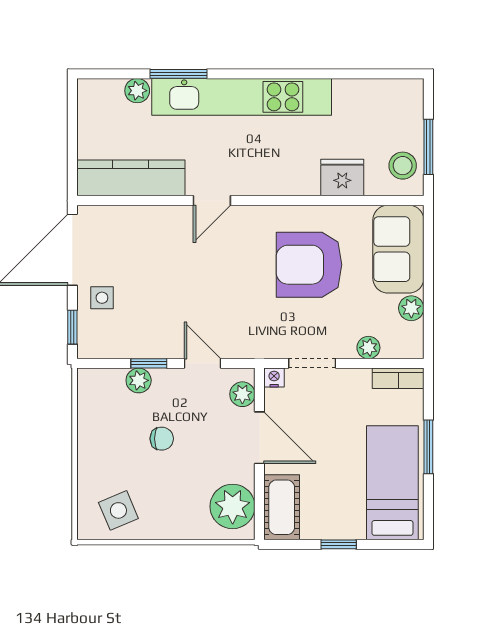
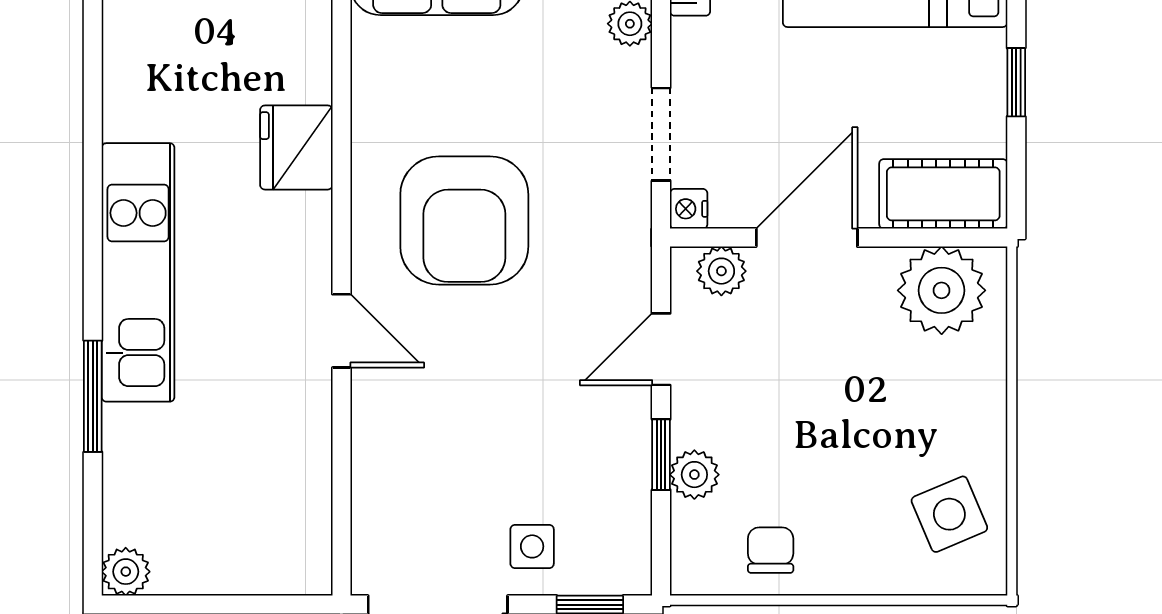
plant: (137, 91) -> (126, 572), moved
kitchen unit: (242, 97) -> (138, 272), width x0.73
kitchen counter: (131, 178) -> (297, 490), removed
fridge: (342, 178) -> (296, 147), moved
armchair: (309, 265) -> (464, 220), moved
chair: (162, 439) -> (771, 550), moved

